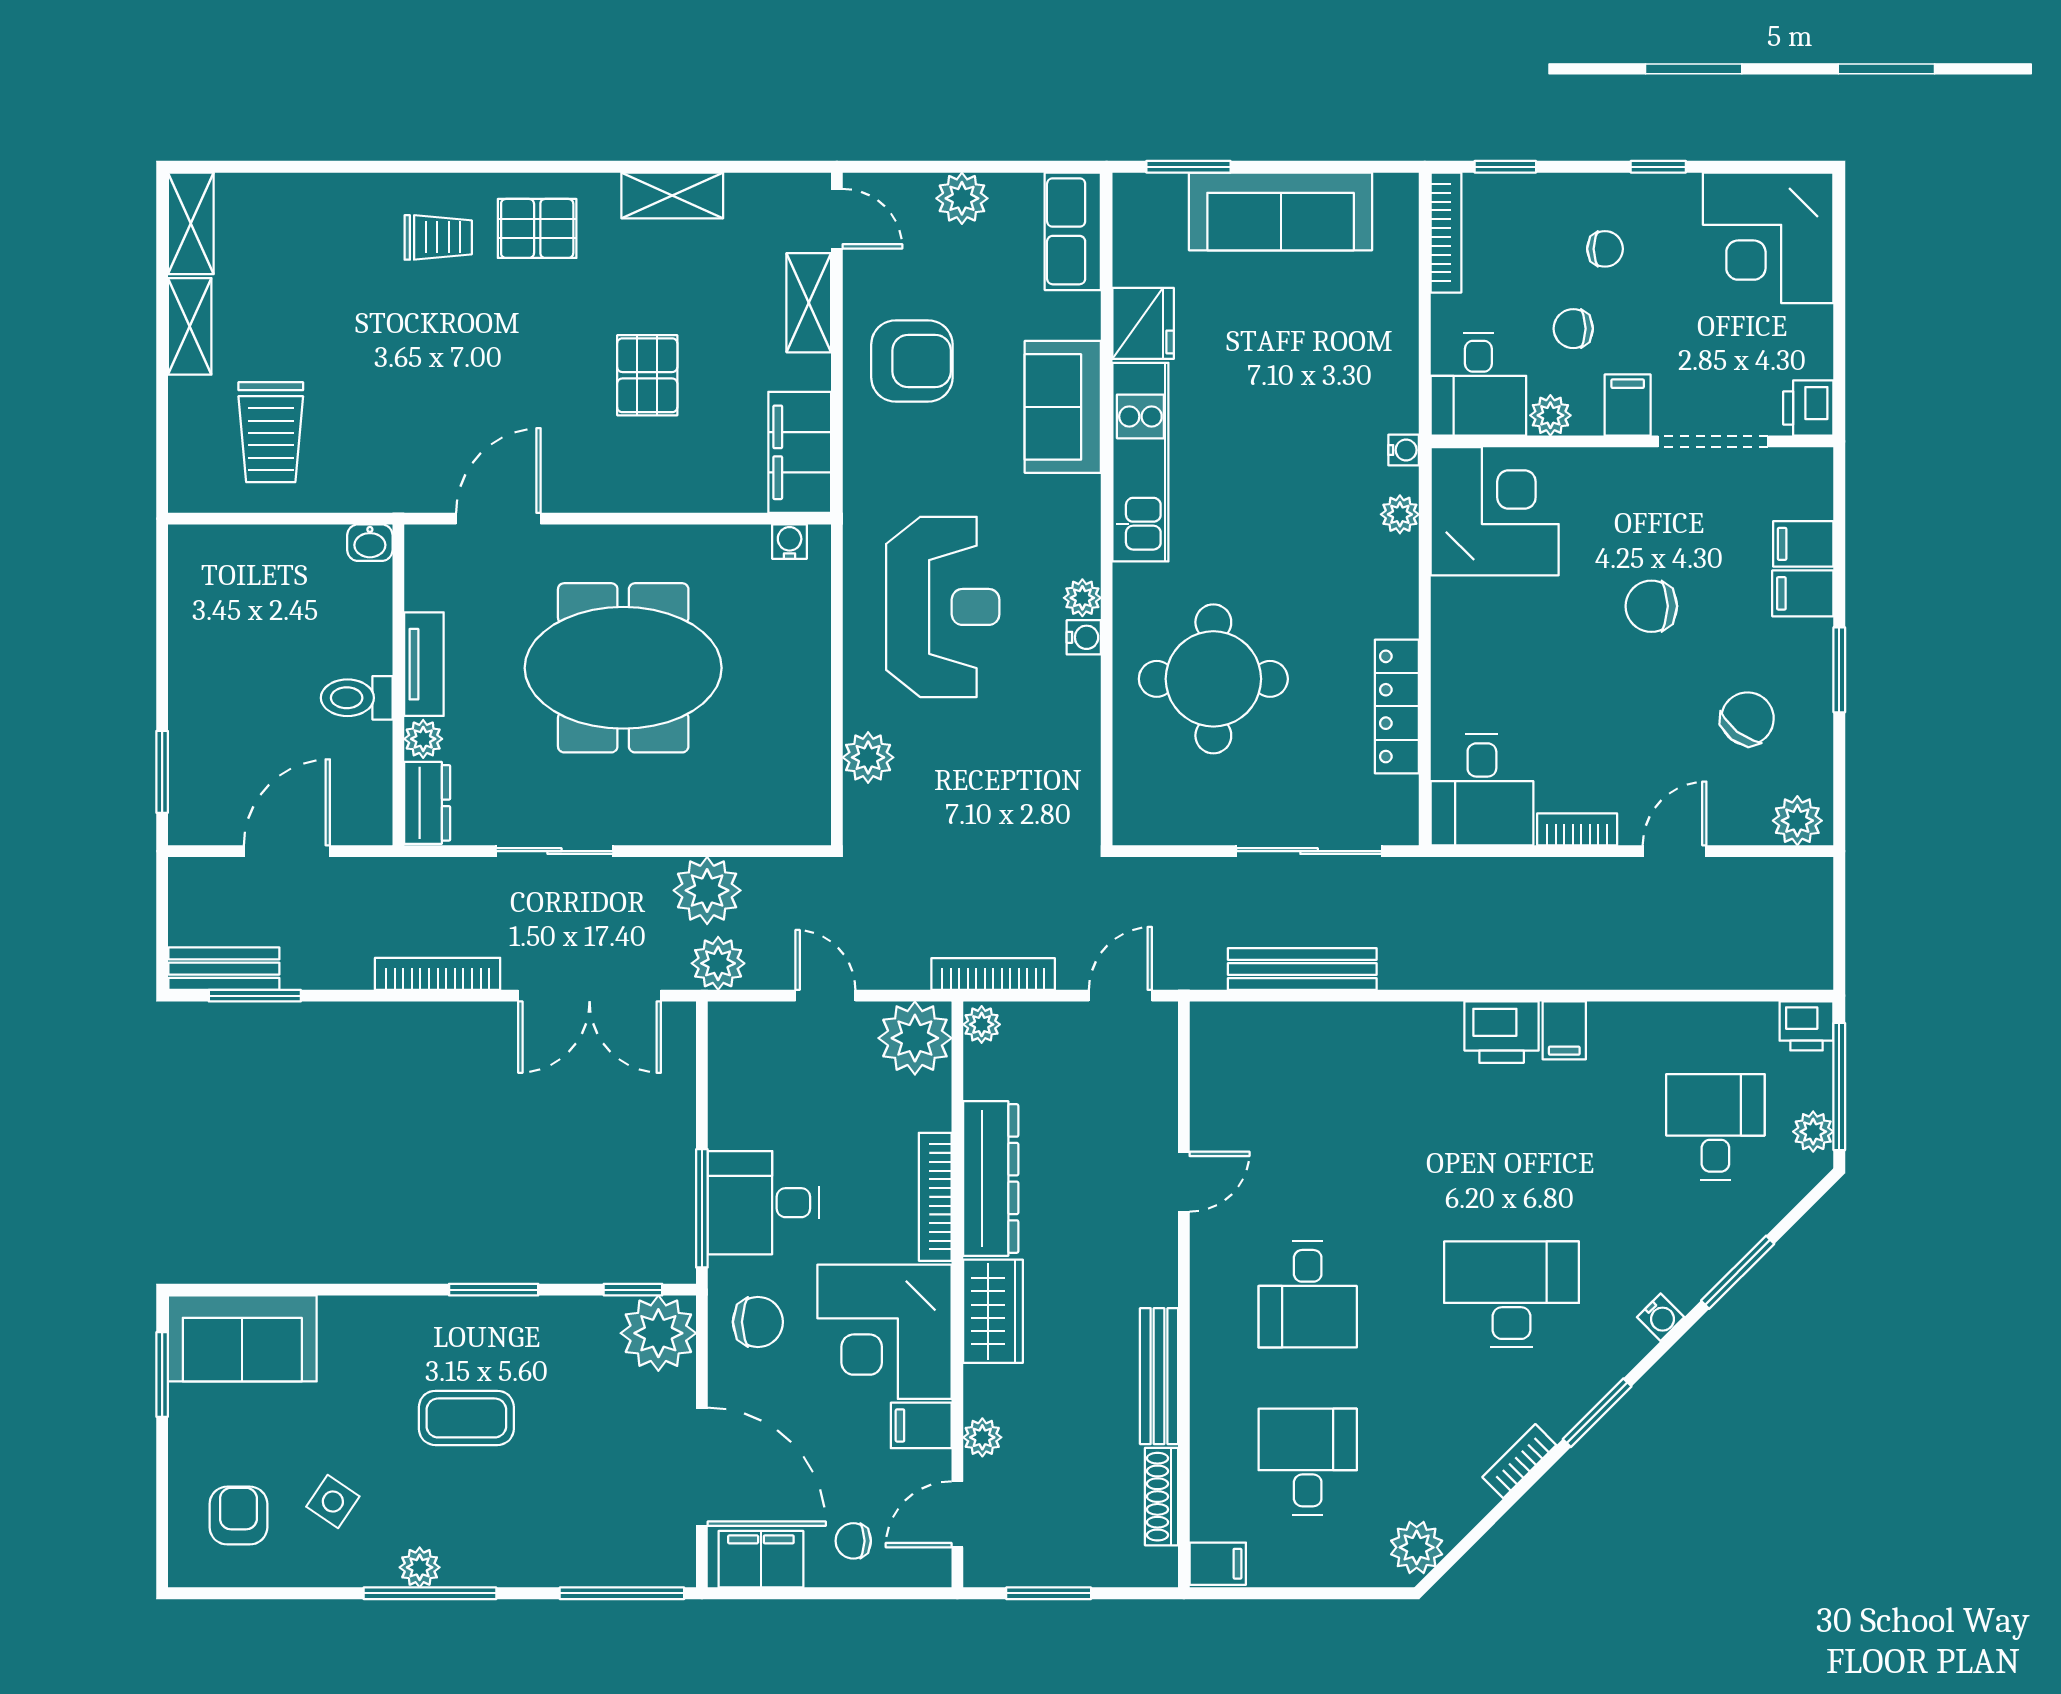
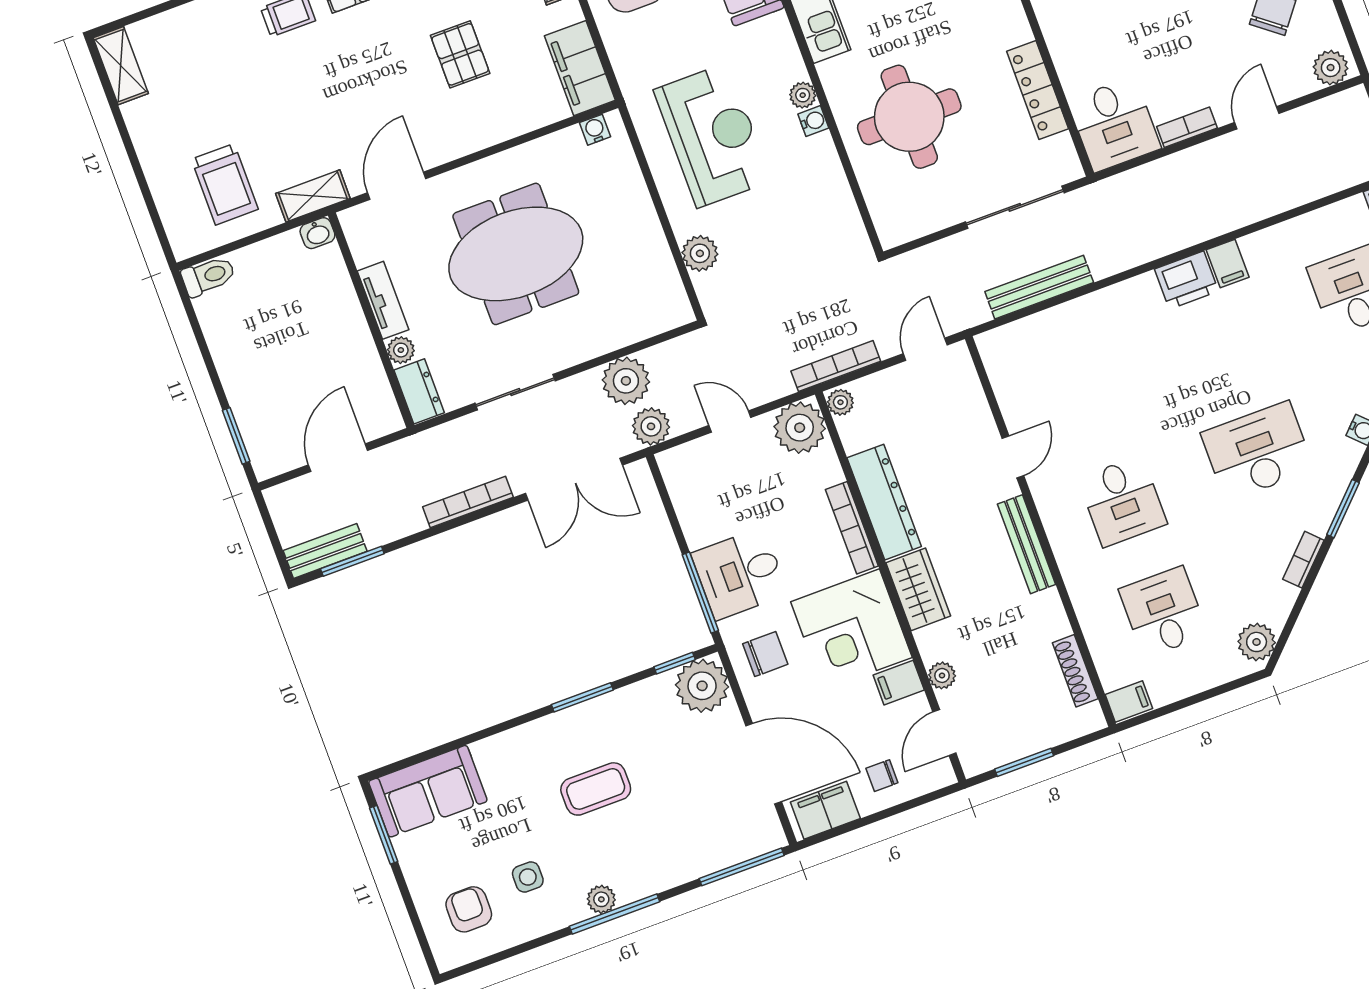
shelving: (190, 326) -> (313, 196), moved, turned 90
toilet: (357, 698) -> (208, 276), moved, turned 180
bench: (1159, 1376) -> (1026, 544), moved
side table: (333, 1502) -> (528, 877), turned -34

